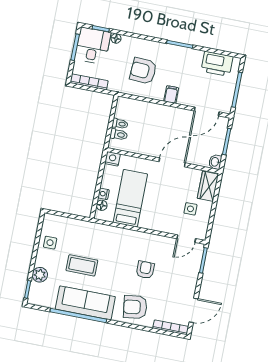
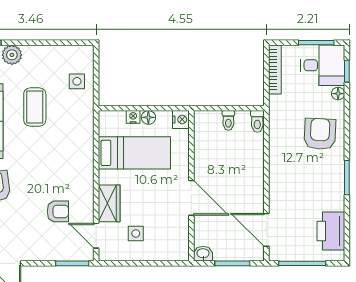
armchair: (143, 71) -> (320, 134), moved
filing cabinet: (171, 95) -> (279, 179), removed
toilet: (119, 135) -> (257, 121), moved
wardrobe: (208, 186) -> (109, 203), moved, turned 90
floor lamp: (102, 205) -> (148, 117), moved
side table: (50, 243) -> (77, 81), moved
armchair: (145, 270) -> (58, 211), moved

